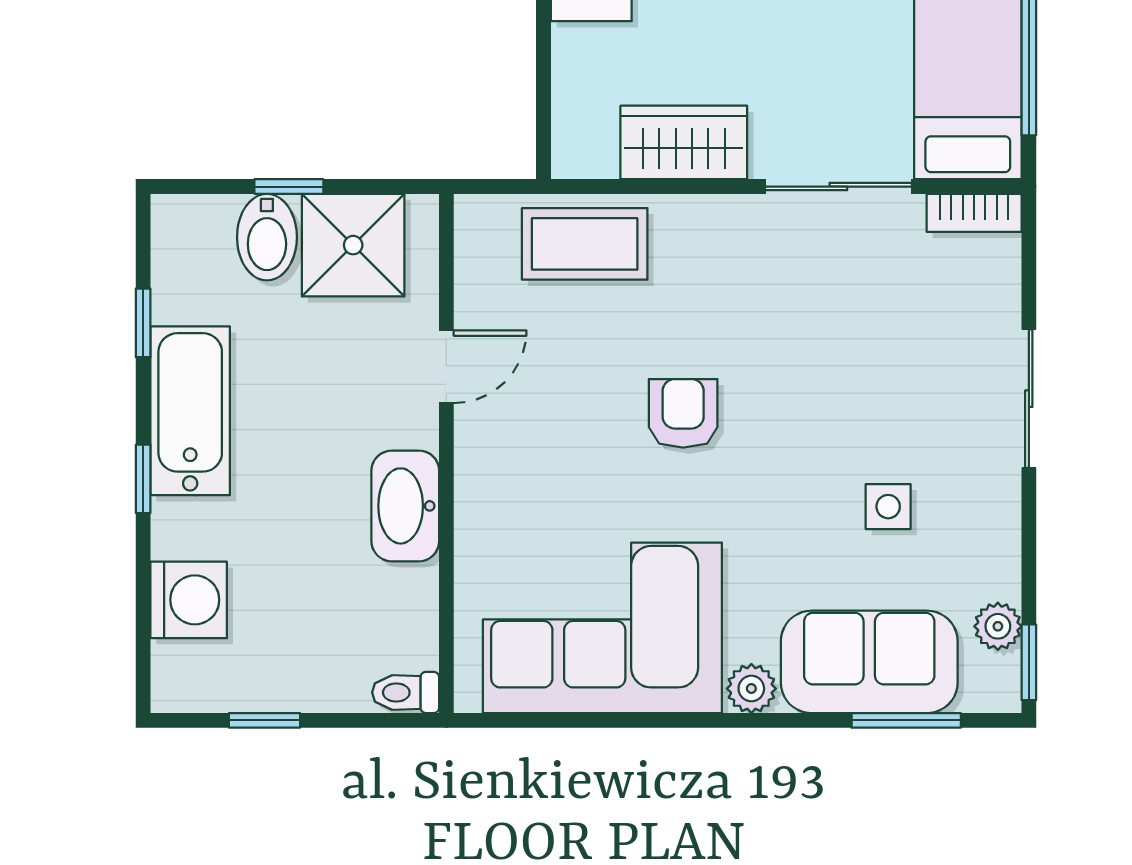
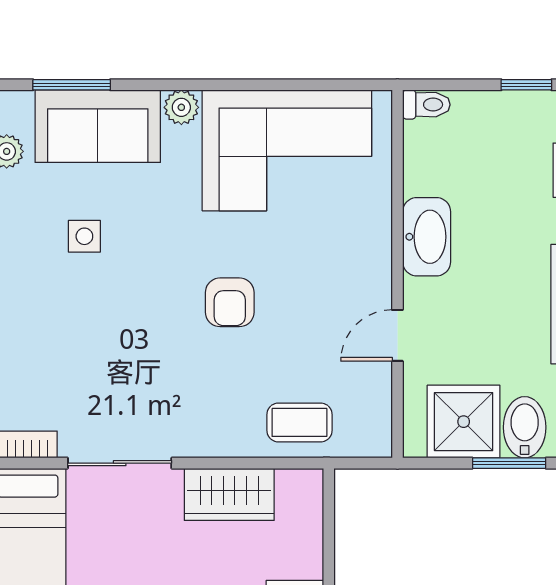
window: (289, 187) -> (509, 463), width x1.50
coffee table: (585, 244) -> (299, 422), width x0.73, depth x0.77

